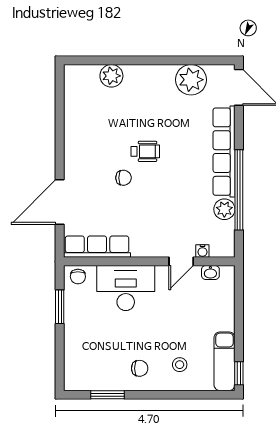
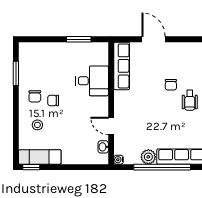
door: (60, 202) -> (154, 39), width x0.73
water cooler: (202, 251) -> (119, 160), moved
chair: (78, 277) -> (53, 100), moved
desk: (126, 288) -> (92, 81), width x0.73

